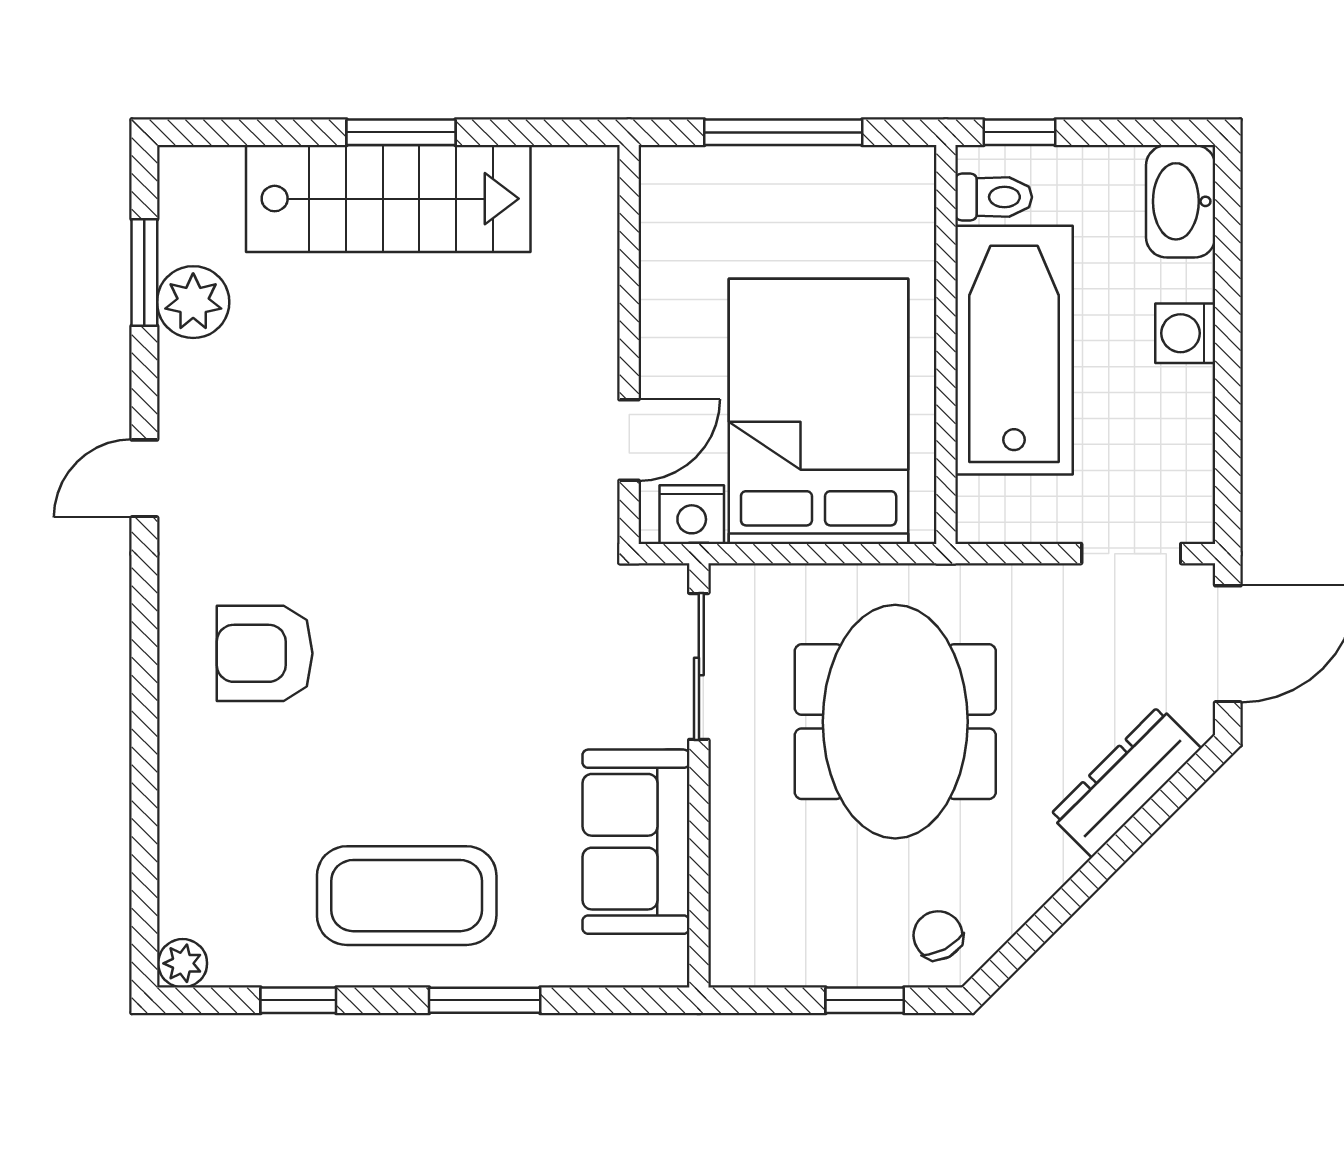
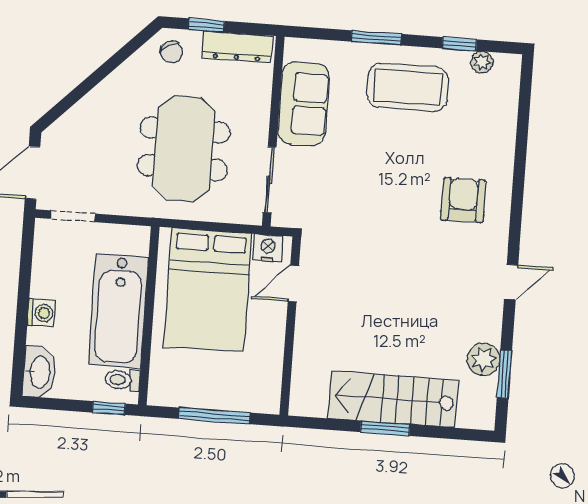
armchair: (265, 653) -> (463, 200), turned -90
dresser: (1126, 782) -> (237, 47), moved, turned 45
plant: (183, 963) -> (482, 62), moved

